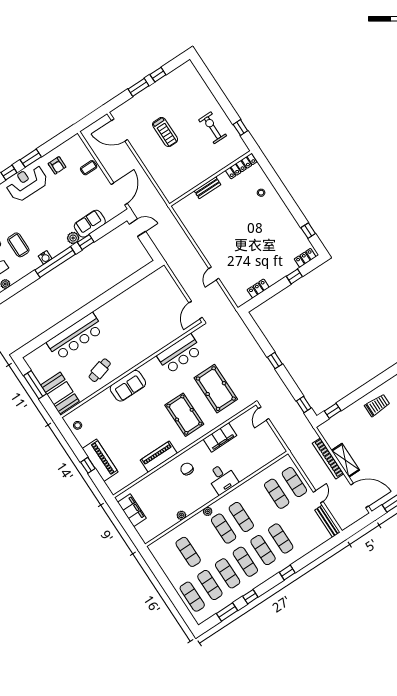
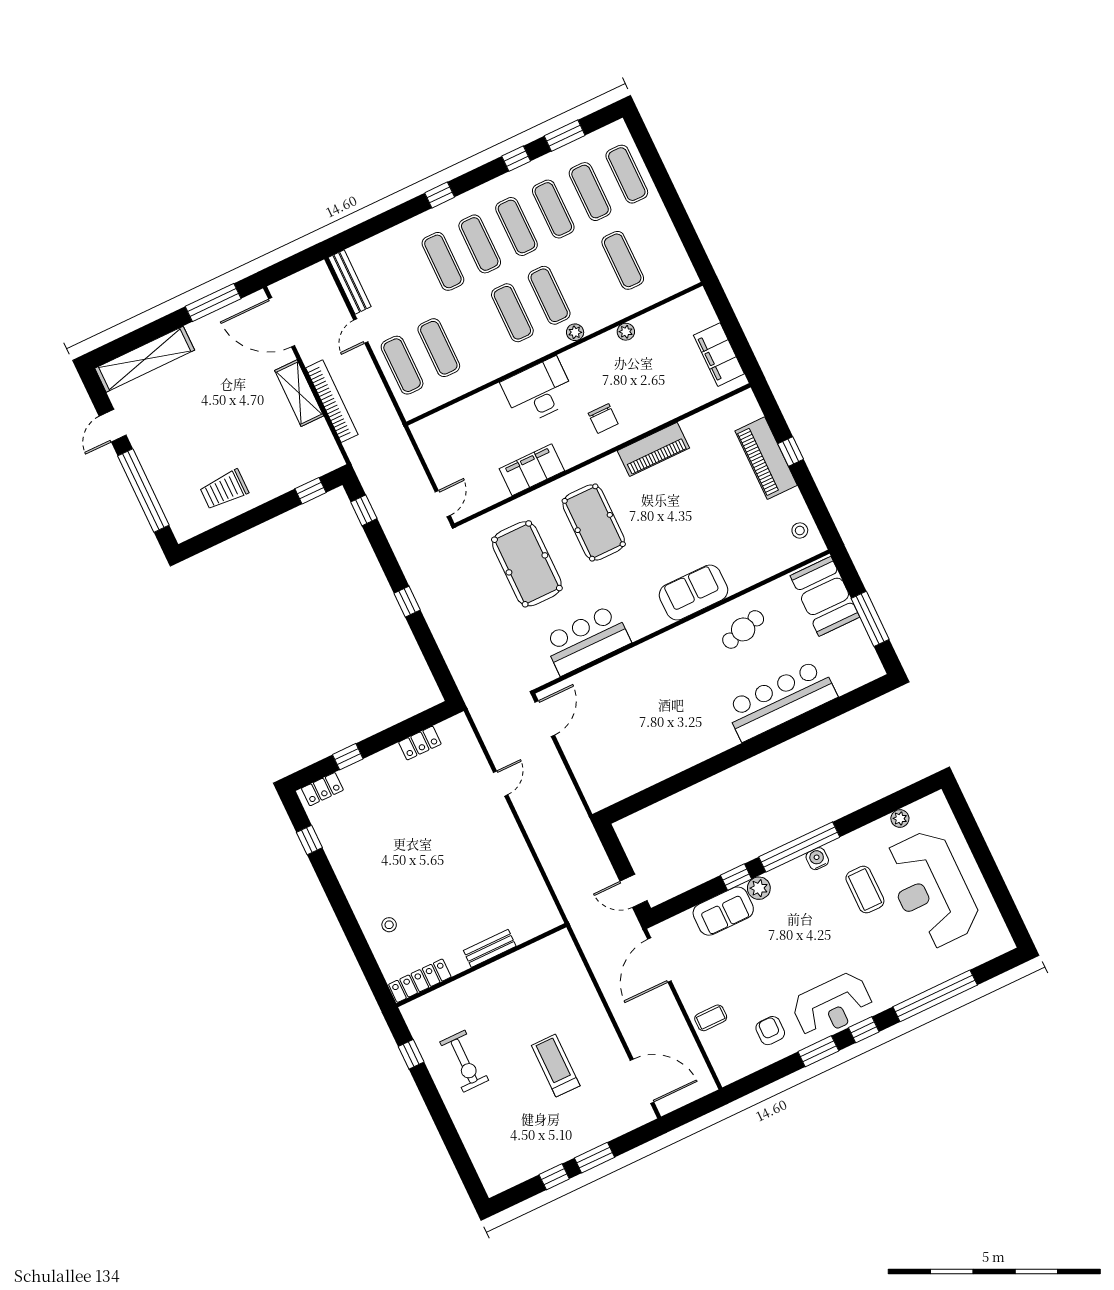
desk: (222, 478) -> (538, 391), width x1.37

